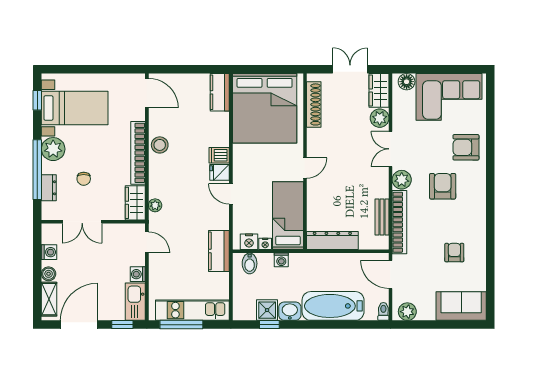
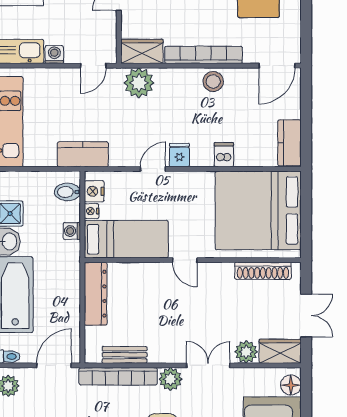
kitchen counter: (220, 92) -> (289, 143), moved, turned -90
dishwasher: (219, 155) -> (224, 155), moved
plant: (155, 205) -> (139, 83), width x1.87, depth x1.87

